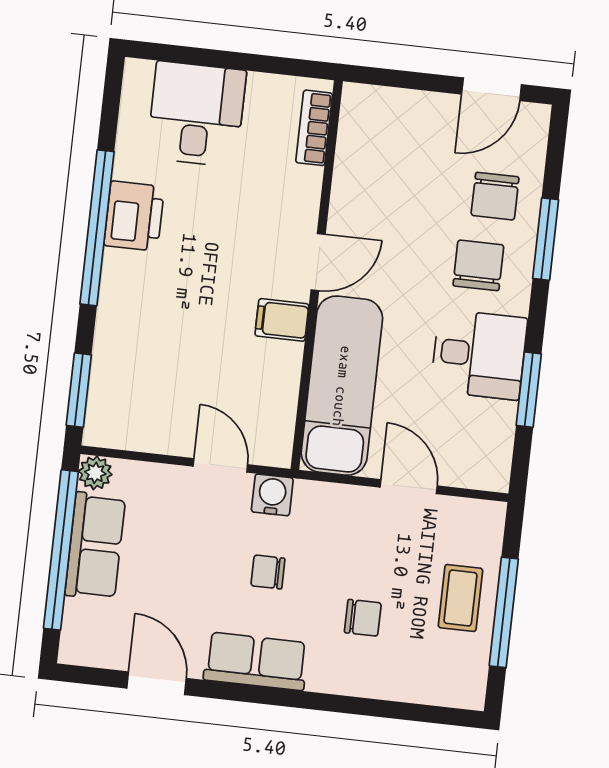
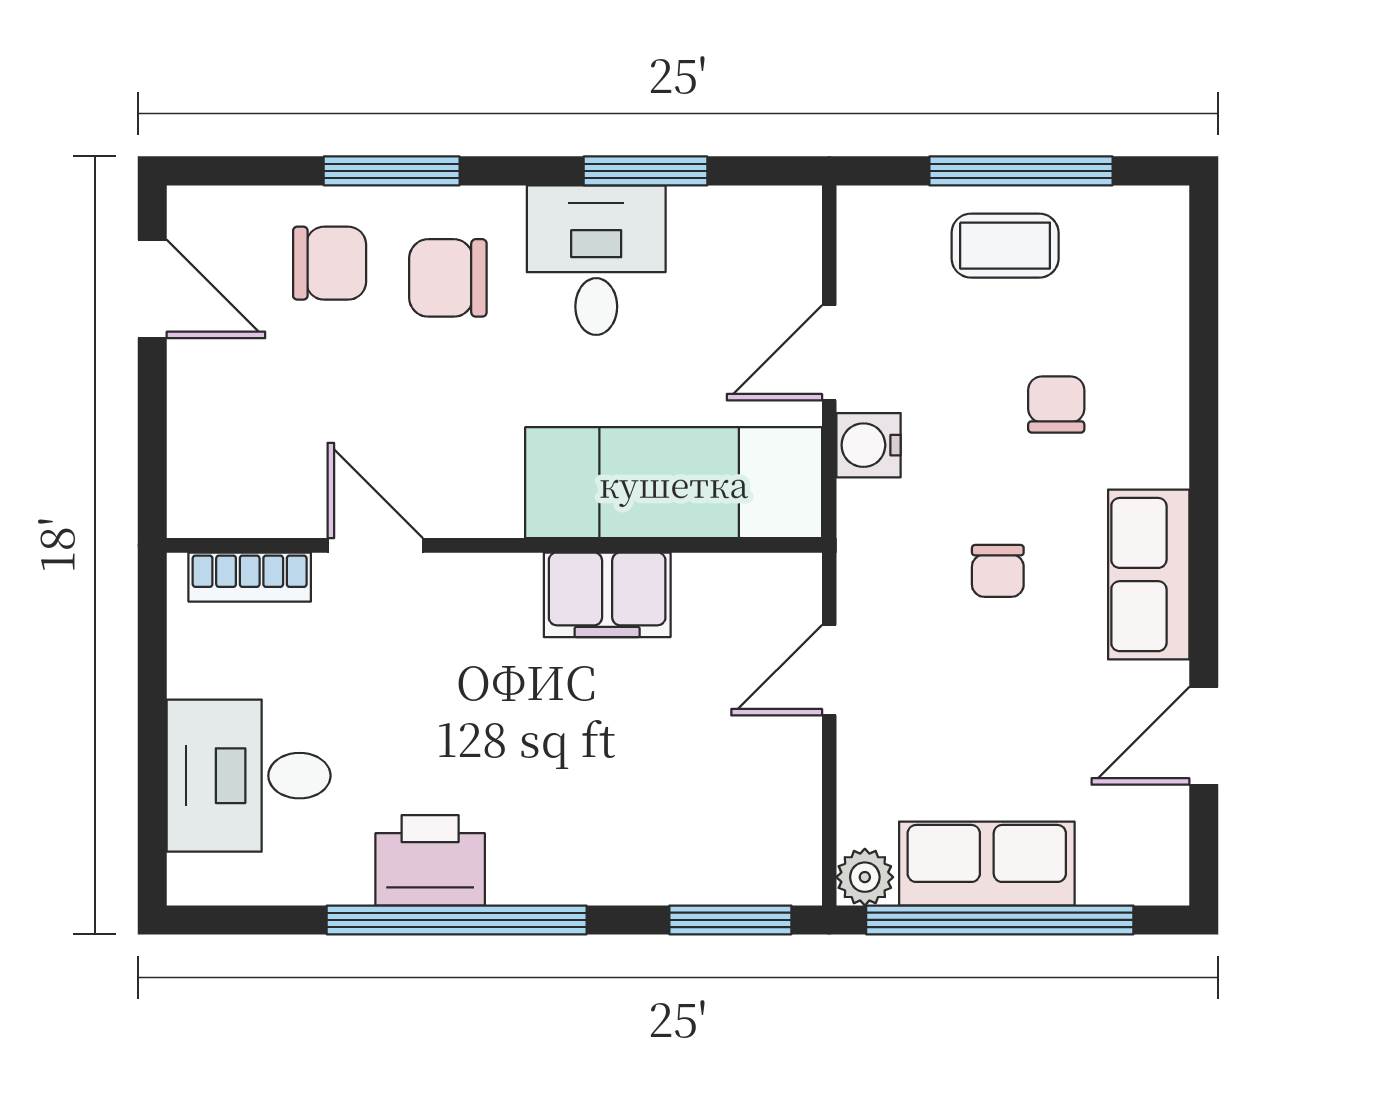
door: (318, 262) -> (375, 545), moved
filing cabinet: (282, 320) -> (607, 595), width x2.00
water cooler: (272, 495) -> (869, 445), moved

